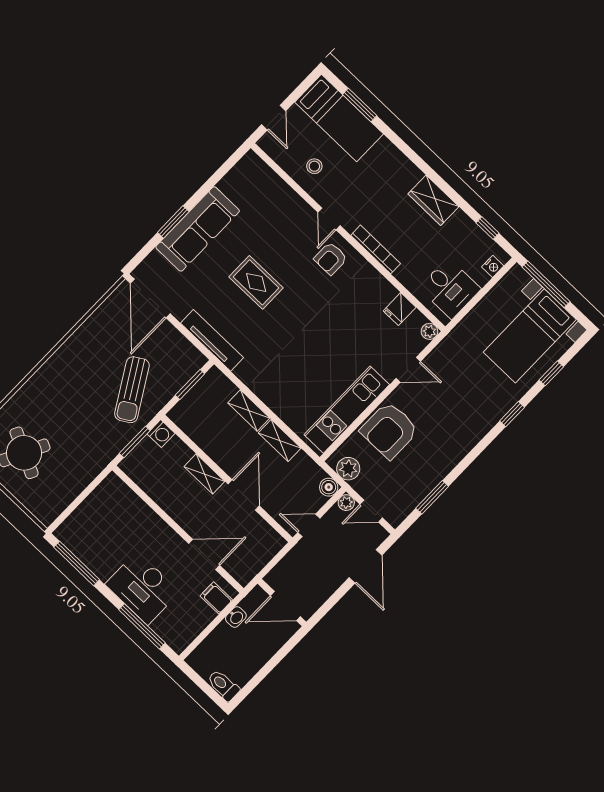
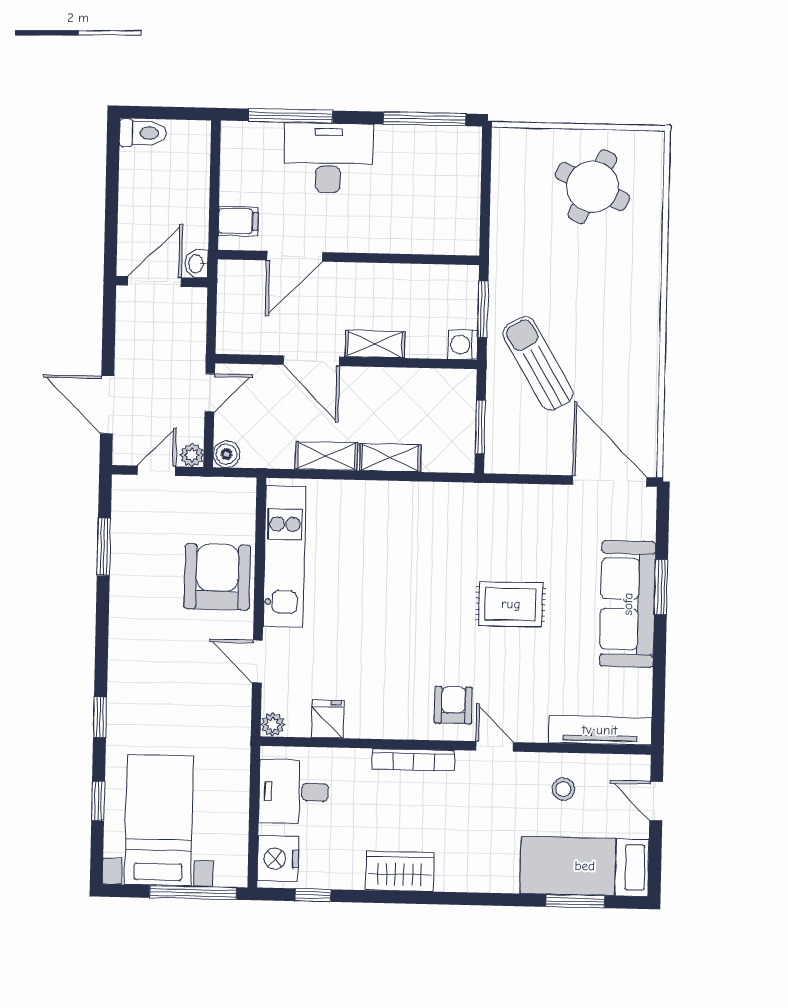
nightstand: (493, 266) -> (278, 859), width x1.89, depth x1.79
tv unit: (212, 340) -> (600, 730), moved, turned 180
door: (408, 370) -> (257, 662), hinge flipped
plant: (348, 469) -> (224, 494), removed
washbasin: (236, 617) -> (197, 264), moved

